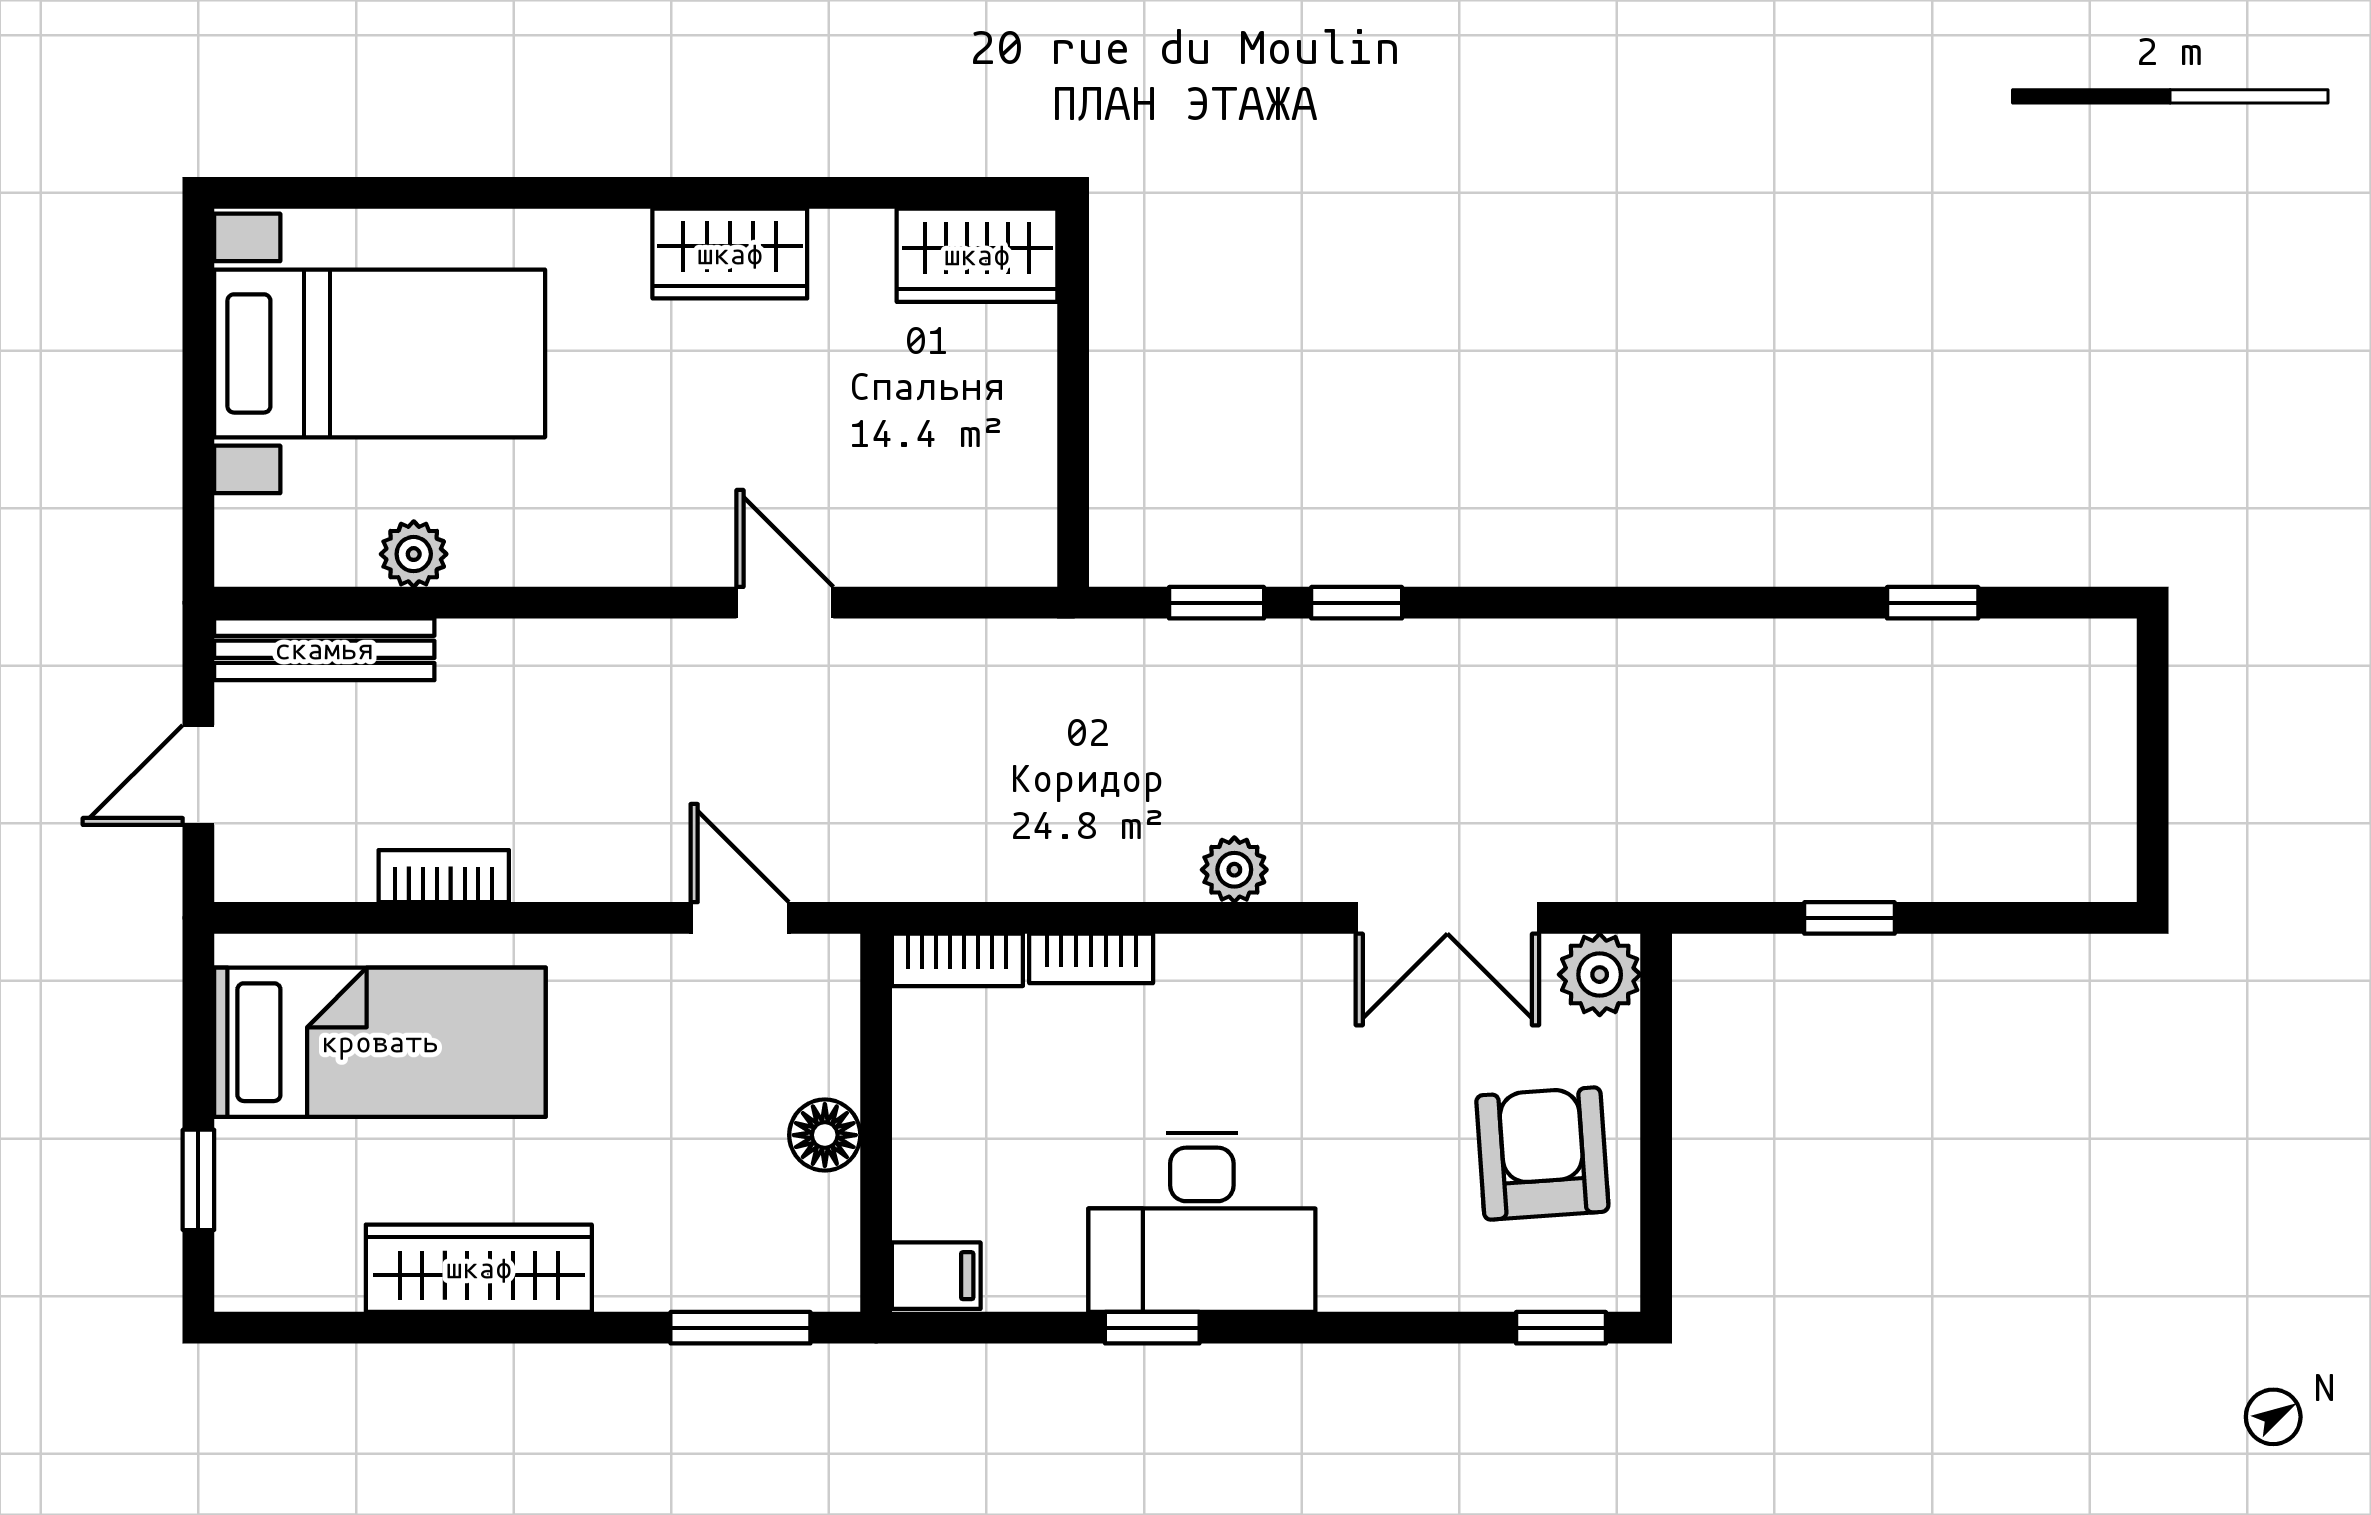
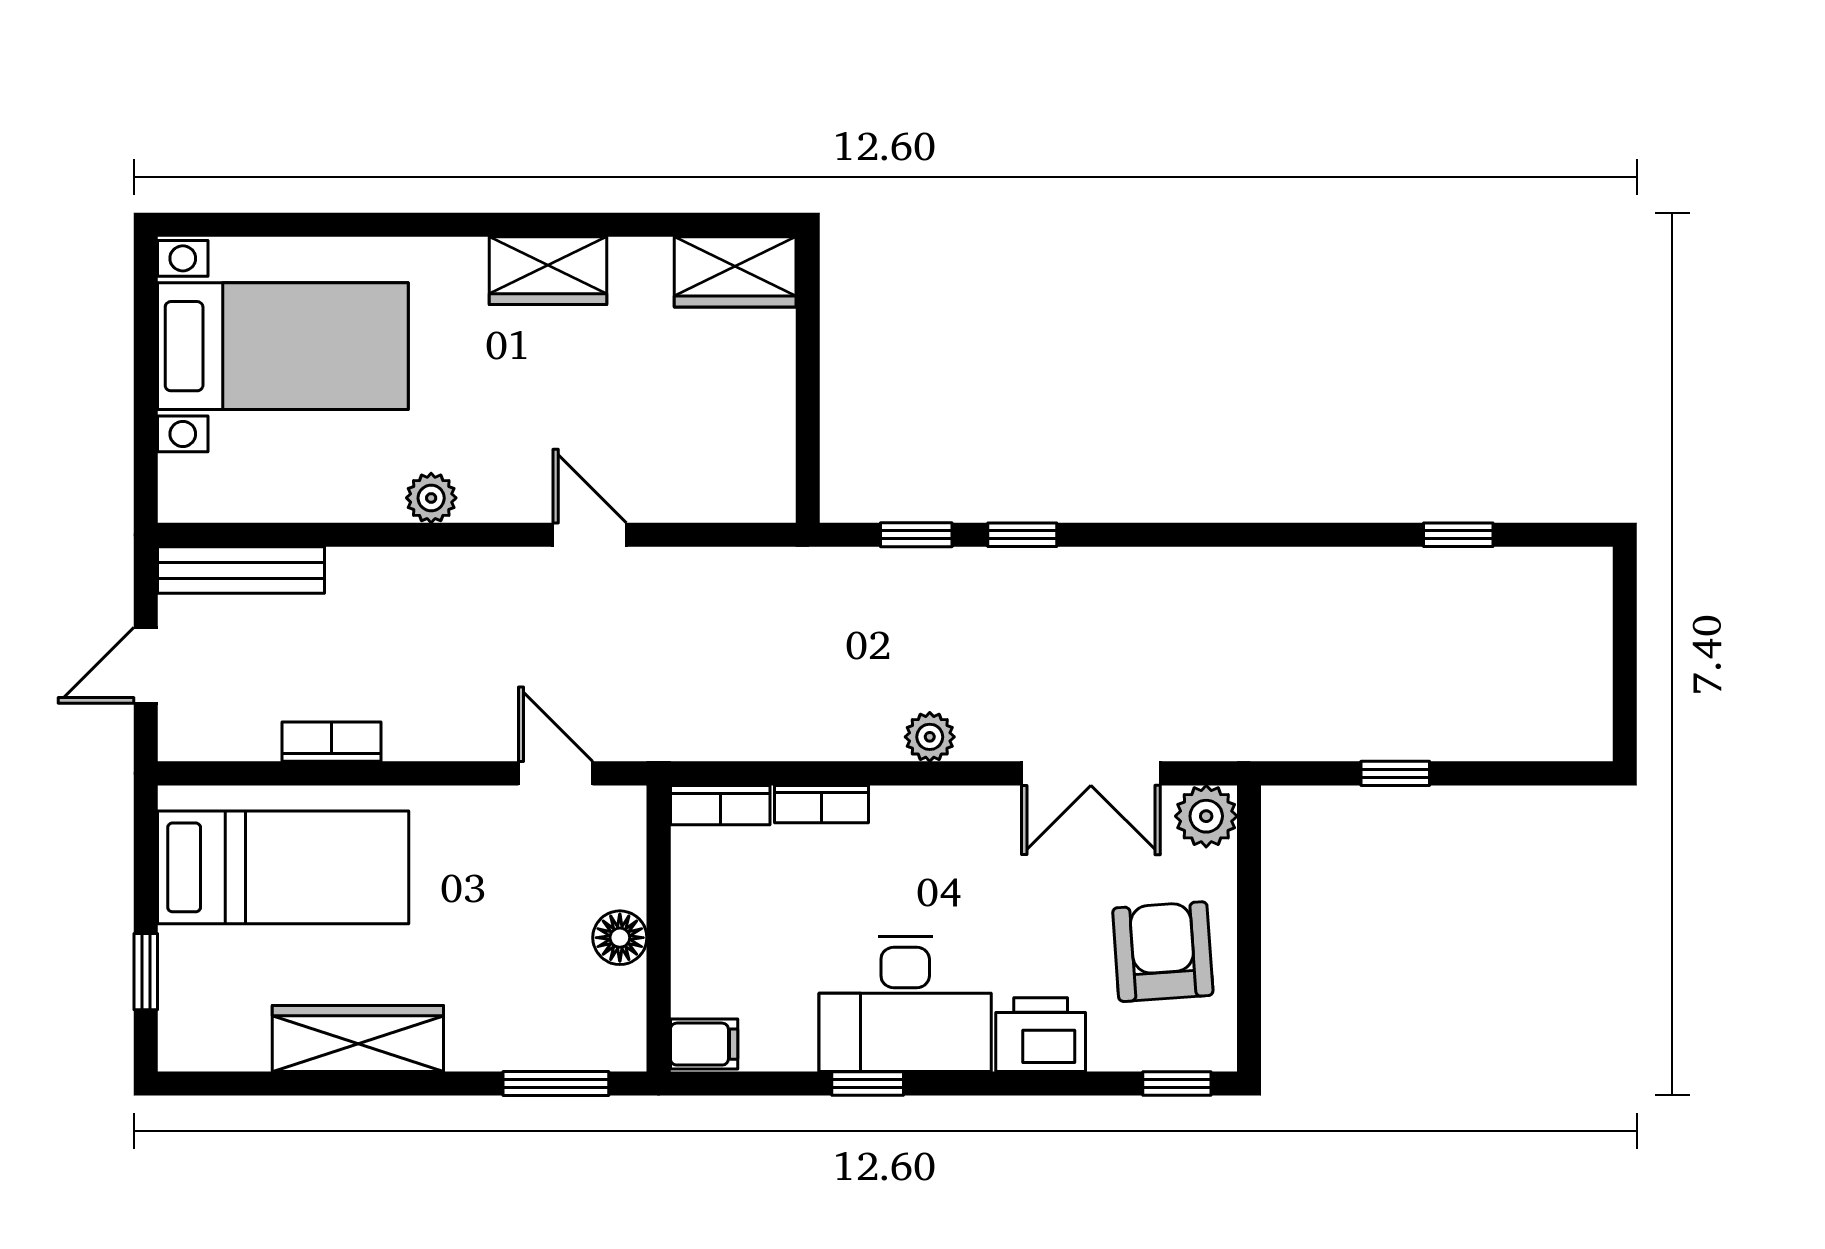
plant: (414, 554) -> (431, 498), moved
printer: (1381, 1263) -> (1041, 1035), added

